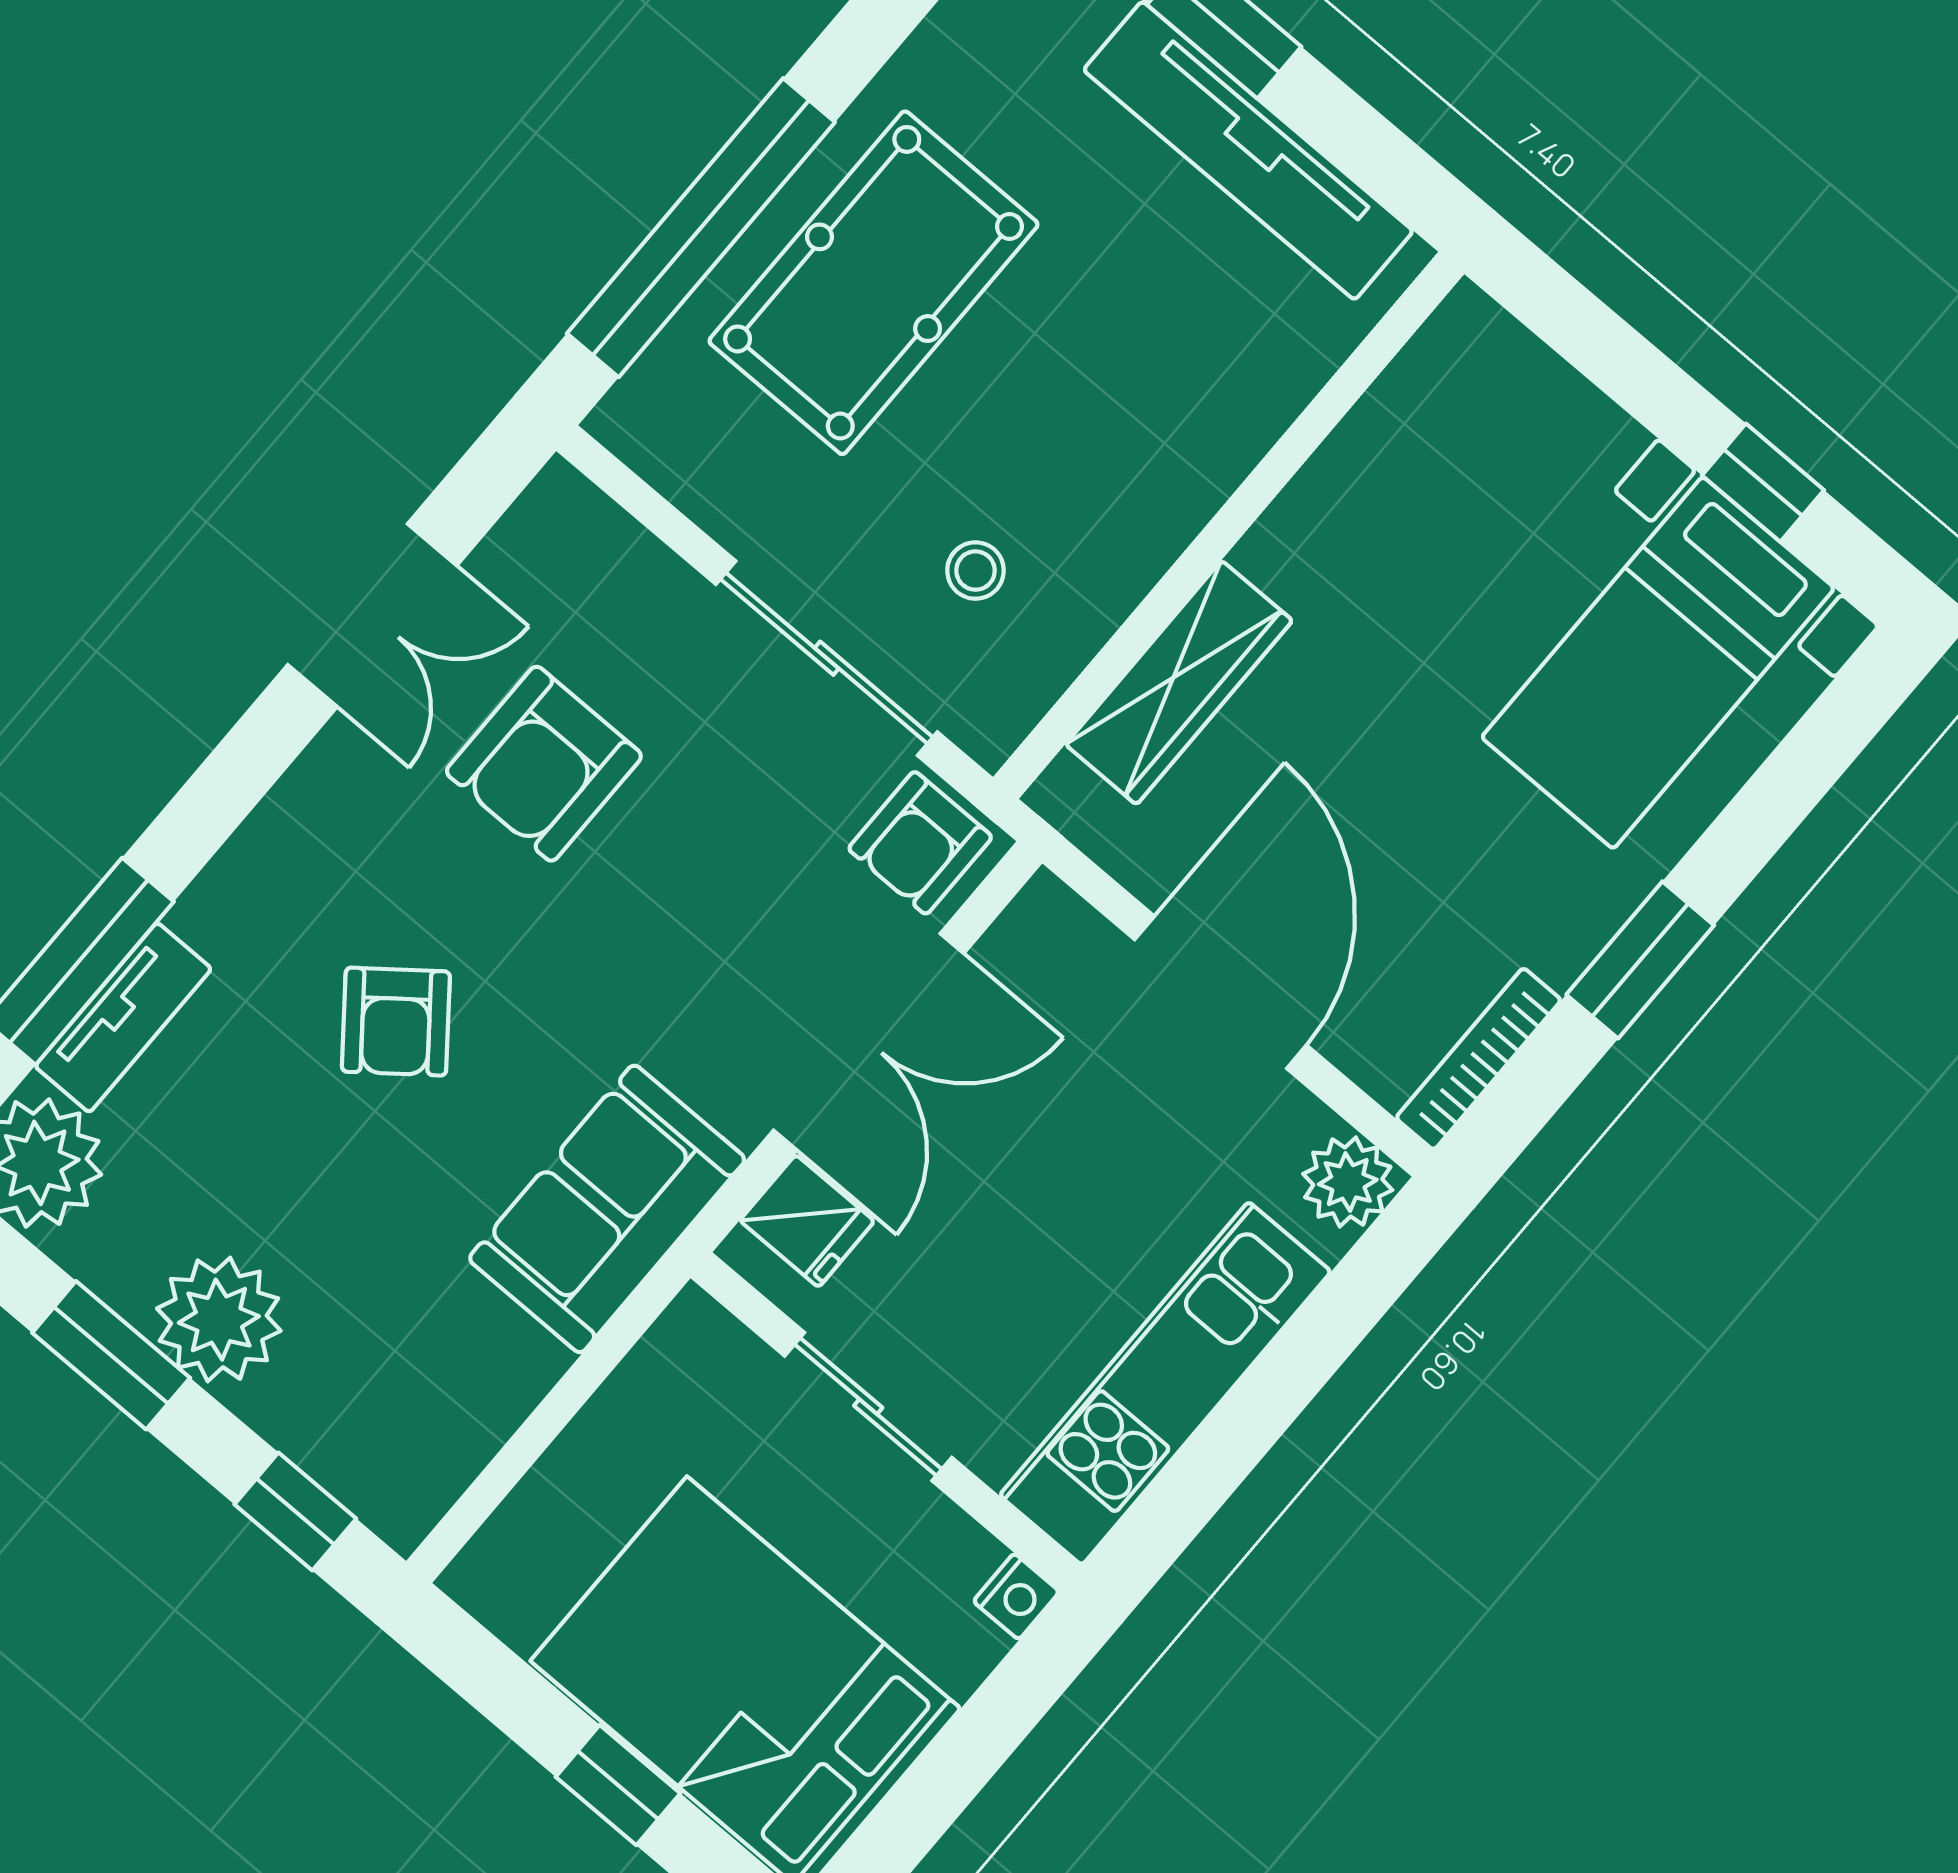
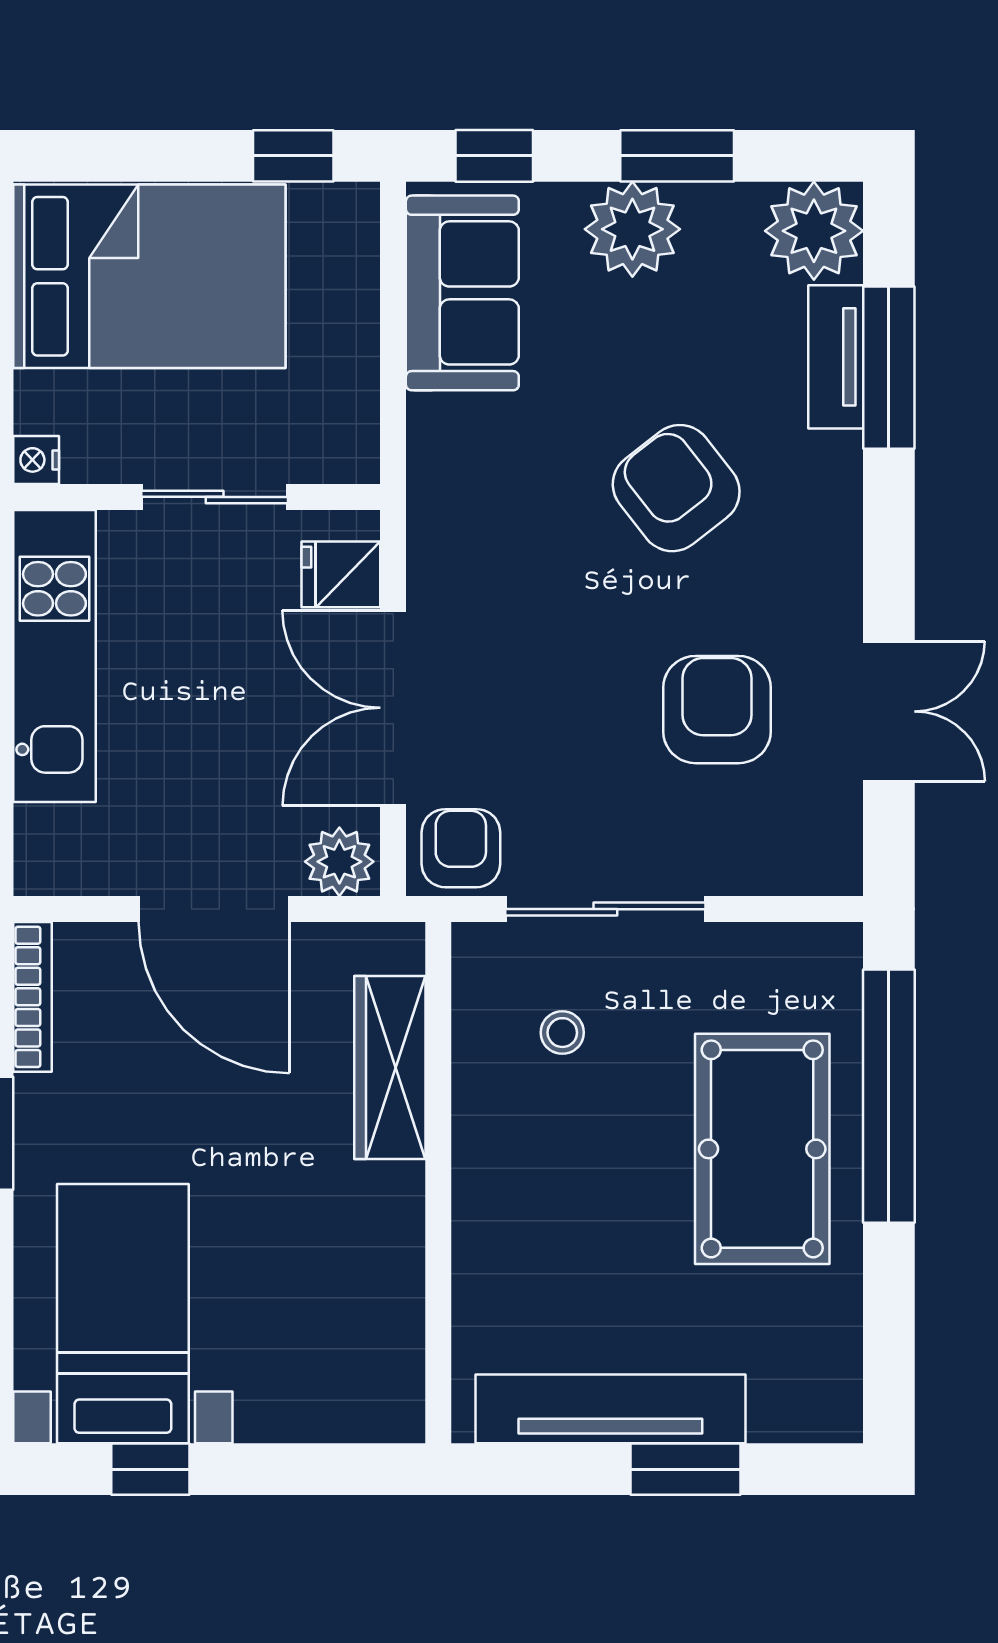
double door: (372, 615) -> (889, 711), swing flipped
armchair: (396, 1022) -> (676, 488), width x1.38, depth x1.38
plant: (1348, 1182) -> (339, 862), moved
sofa: (607, 1209) -> (462, 293), moved
window: (618, 1785) -> (293, 156), moved

